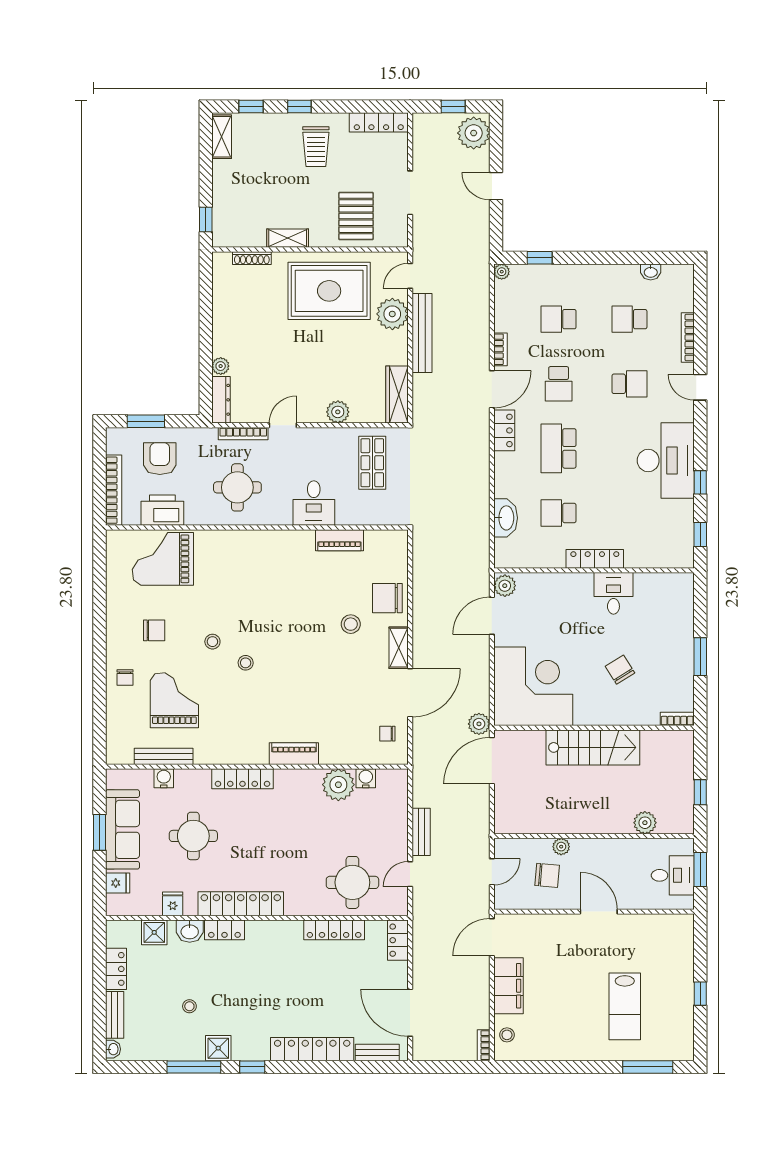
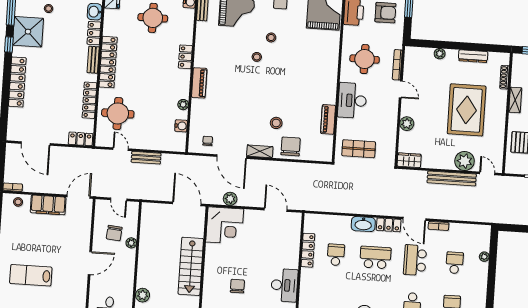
window: (540, 258) -> (493, 254), removed
plant: (502, 272) -> (484, 257), moved
rug: (329, 291) -> (467, 110), moved
school desk: (559, 384) -> (415, 260), width x1.85
wardrobe: (397, 395) -> (409, 160), width x0.67
dresser: (221, 400) -> (473, 56), moved
shop shelf: (372, 463) -> (359, 149), moved
desk: (314, 503) -> (352, 100), width x1.37
washbasin: (506, 518) -> (363, 224), moved
locker: (595, 559) -> (308, 250), moved
plant: (505, 586) -> (293, 219), removed
desk: (613, 593) -> (284, 285), width x1.37
chair: (620, 670) -> (237, 286), turned -58
corner desk: (533, 686) -> (225, 225), width x0.74, depth x0.74
plant: (479, 724) -> (230, 199), moved
locker: (242, 779) -> (185, 57), width x0.66
plant: (338, 785) -> (183, 105), width x0.53, depth x0.53
locker: (241, 904) -> (108, 62), moved
door: (492, 937) -> (79, 197), hinge flipped
door: (410, 1013) -> (36, 143), swing flipped
shower: (218, 1048) -> (28, 32), width x1.86, depth x1.86
bench: (377, 1052) -> (93, 60), moved

